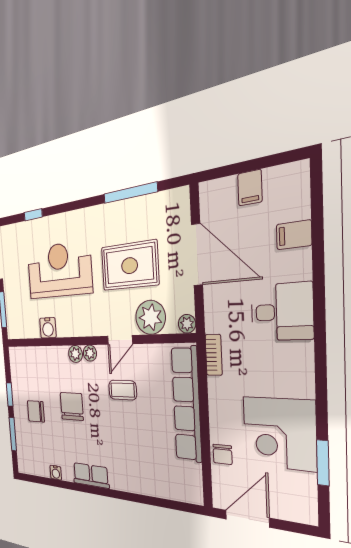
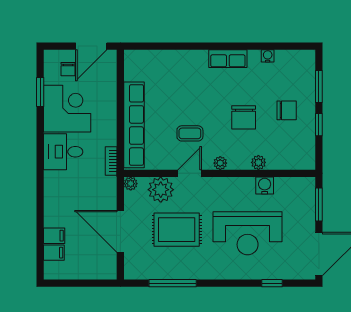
filing cabinet: (250, 188) -> (54, 253), moved, turned 90
desk: (282, 312) -> (63, 152), moved
plant: (75, 354) -> (258, 162), moved
chair: (223, 454) -> (68, 69), moved, turned 180

